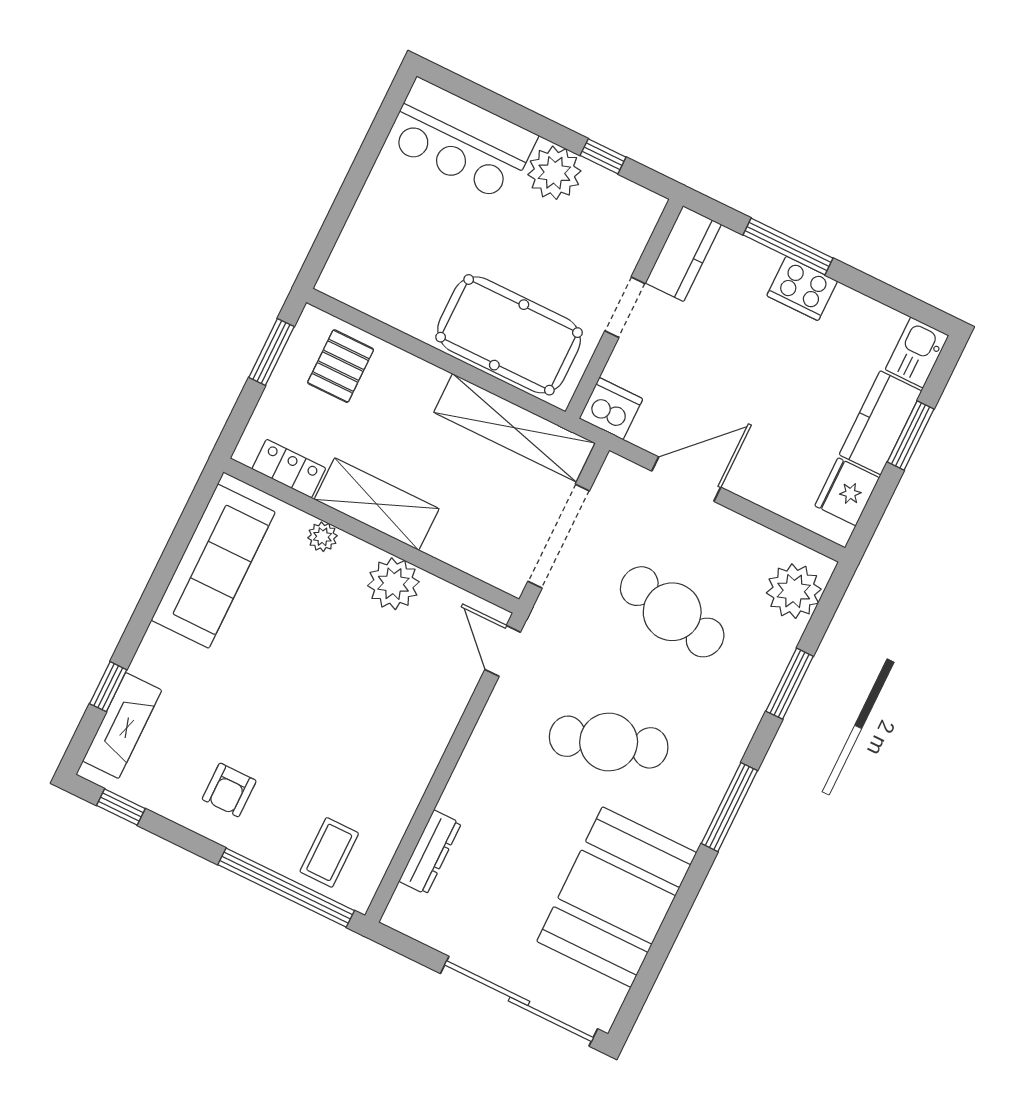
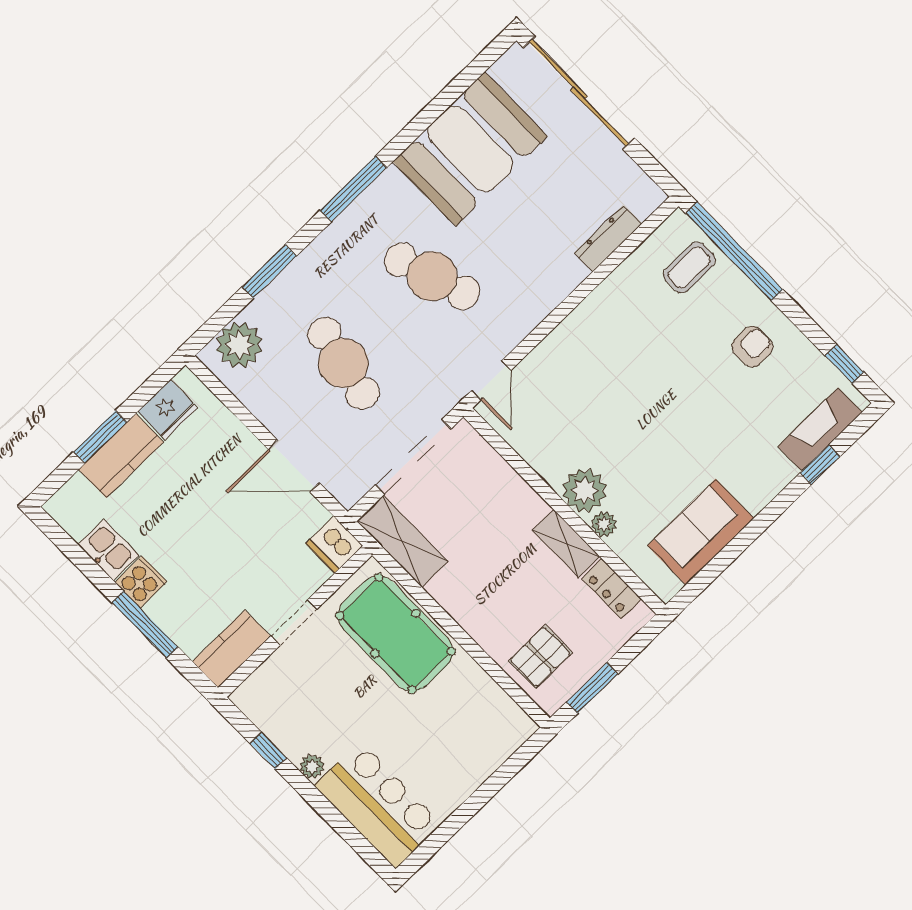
plant: (554, 173) -> (312, 766), width x0.53, depth x0.53
cooker: (802, 288) -> (141, 582), width x0.73
kitchen sink: (917, 352) -> (108, 550), moved, turned -90
shelving: (515, 428) -> (402, 541), width x0.68
shelving: (377, 504) -> (566, 543), width x0.67, depth x0.75
sofa: (213, 566) -> (701, 532), width x0.73
plant: (393, 584) -> (584, 491), moved

